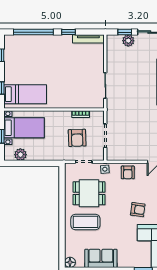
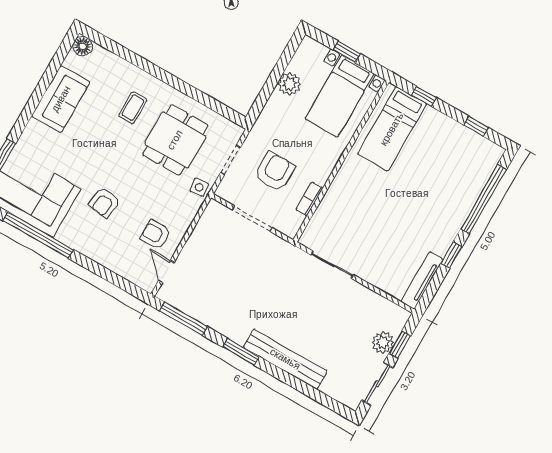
armchair: (77, 138) -> (275, 172), turned 92
plant: (20, 155) -> (290, 84), moved
armchair: (128, 172) -> (155, 235), moved
coffee table: (85, 222) -> (133, 108), width x0.54, depth x0.58

